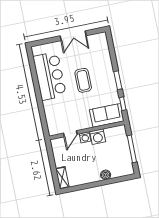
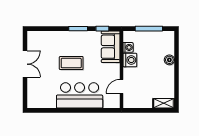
bar counter: (50, 76) -> (80, 95), moved
door: (70, 134) -> (121, 86), swing flipped
washing machine: (85, 137) -> (128, 47), moved

